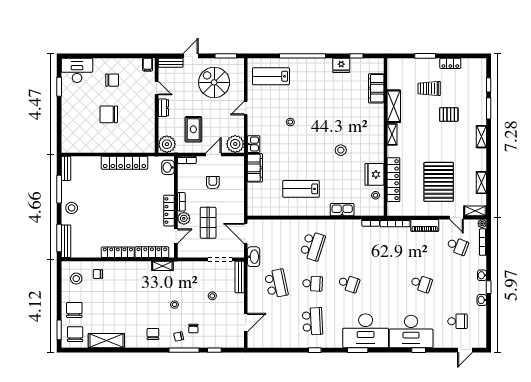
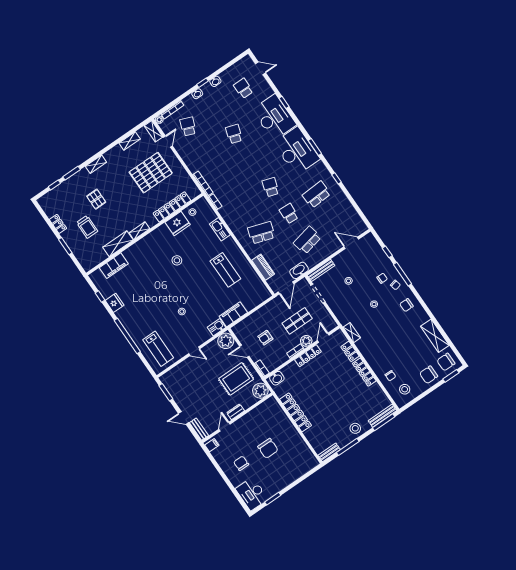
spiral stairs: (214, 82) -> (191, 387), removed
rug: (193, 129) -> (236, 379), width x1.36, depth x1.43
piano: (425, 225) -> (263, 267), moved
door: (176, 236) -> (323, 338), hinge flipped
locker: (152, 252) -> (350, 351), width x0.66

